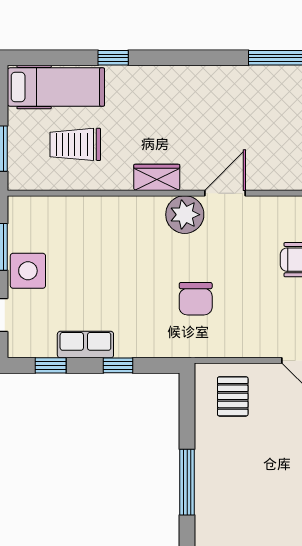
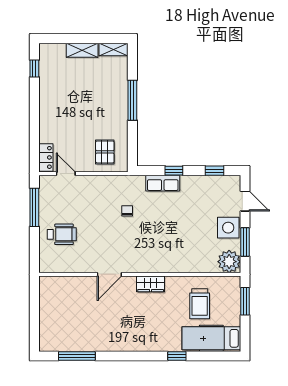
trolley: (75, 144) -> (200, 304), turned 90
plant: (185, 215) -> (229, 262), moved
chair: (196, 299) -> (127, 211), width x0.54, depth x0.54
row of seats: (85, 345) -> (163, 183), moved

